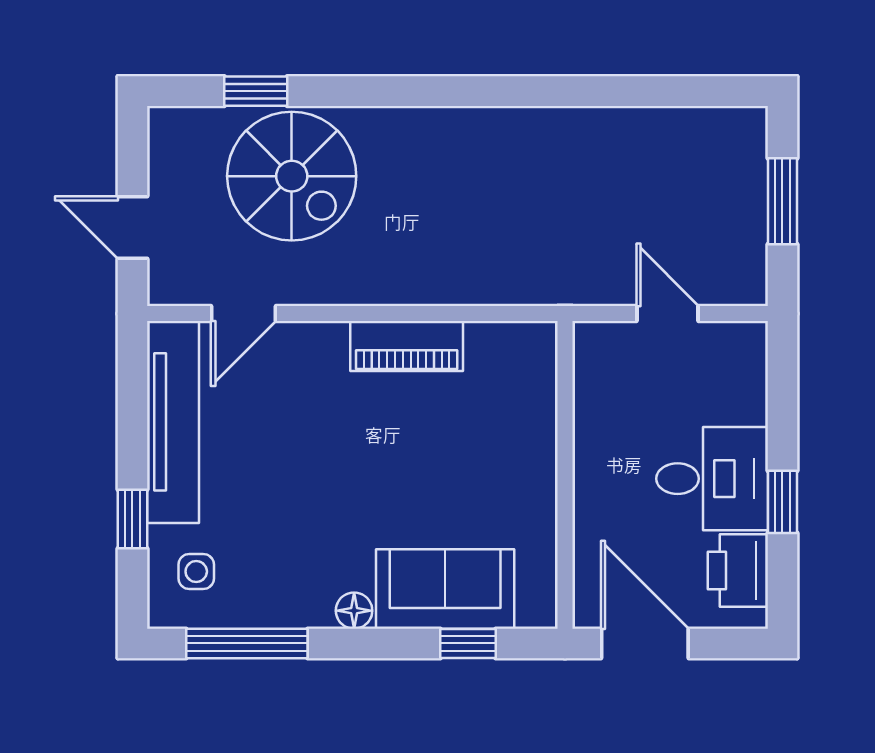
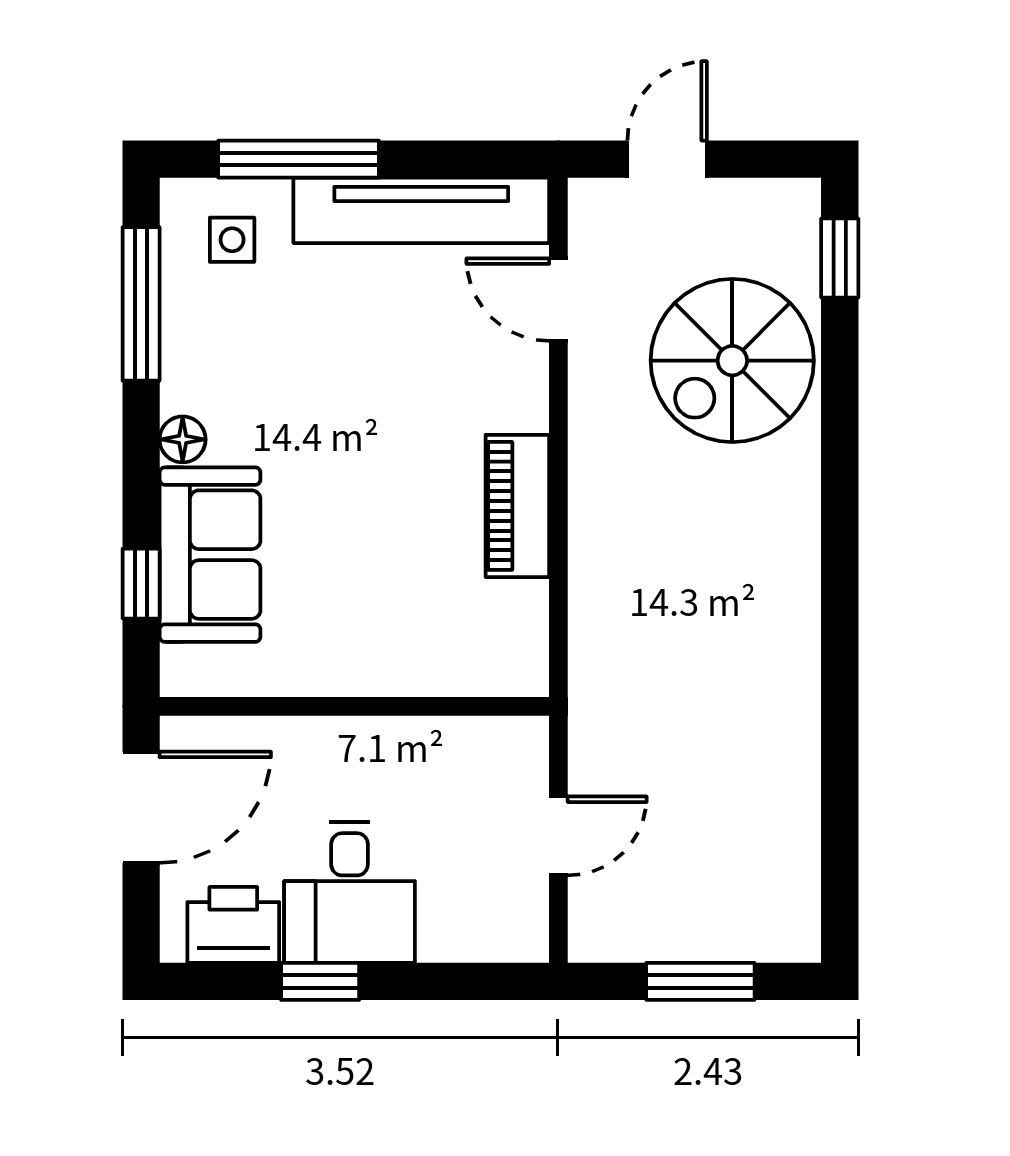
window: (256, 91) -> (840, 258), moved
window: (132, 519) -> (299, 159), width x2.17

